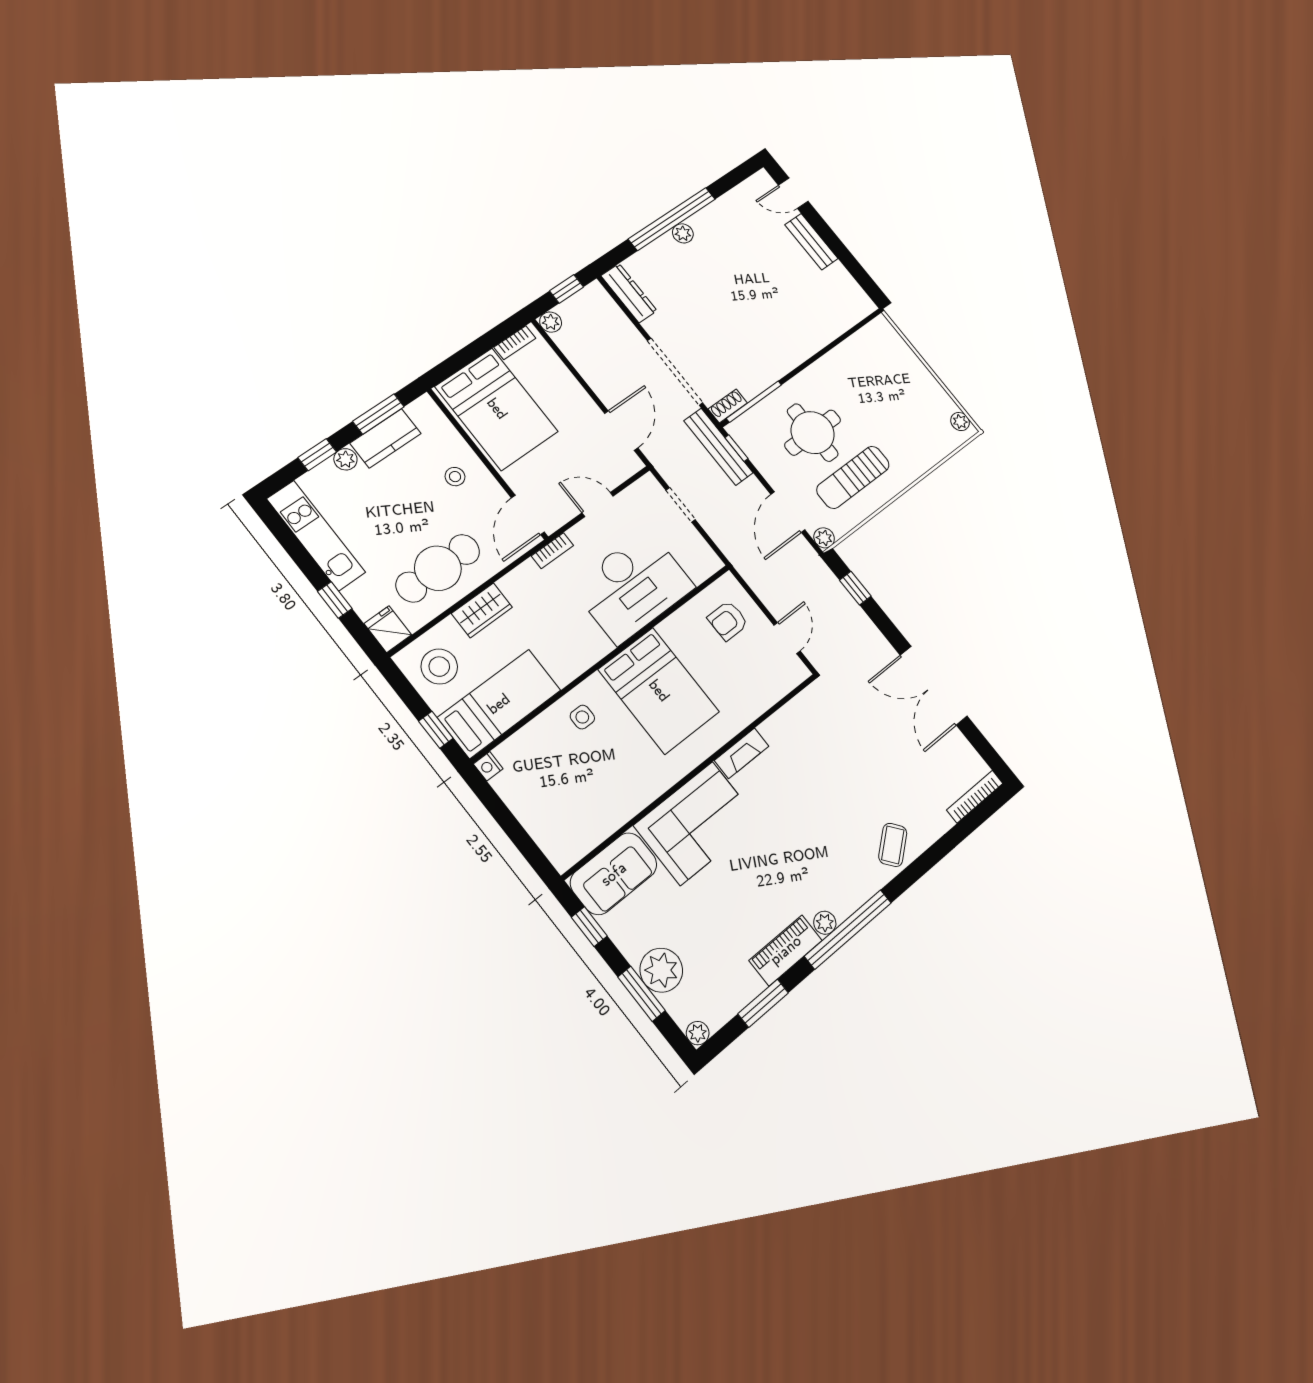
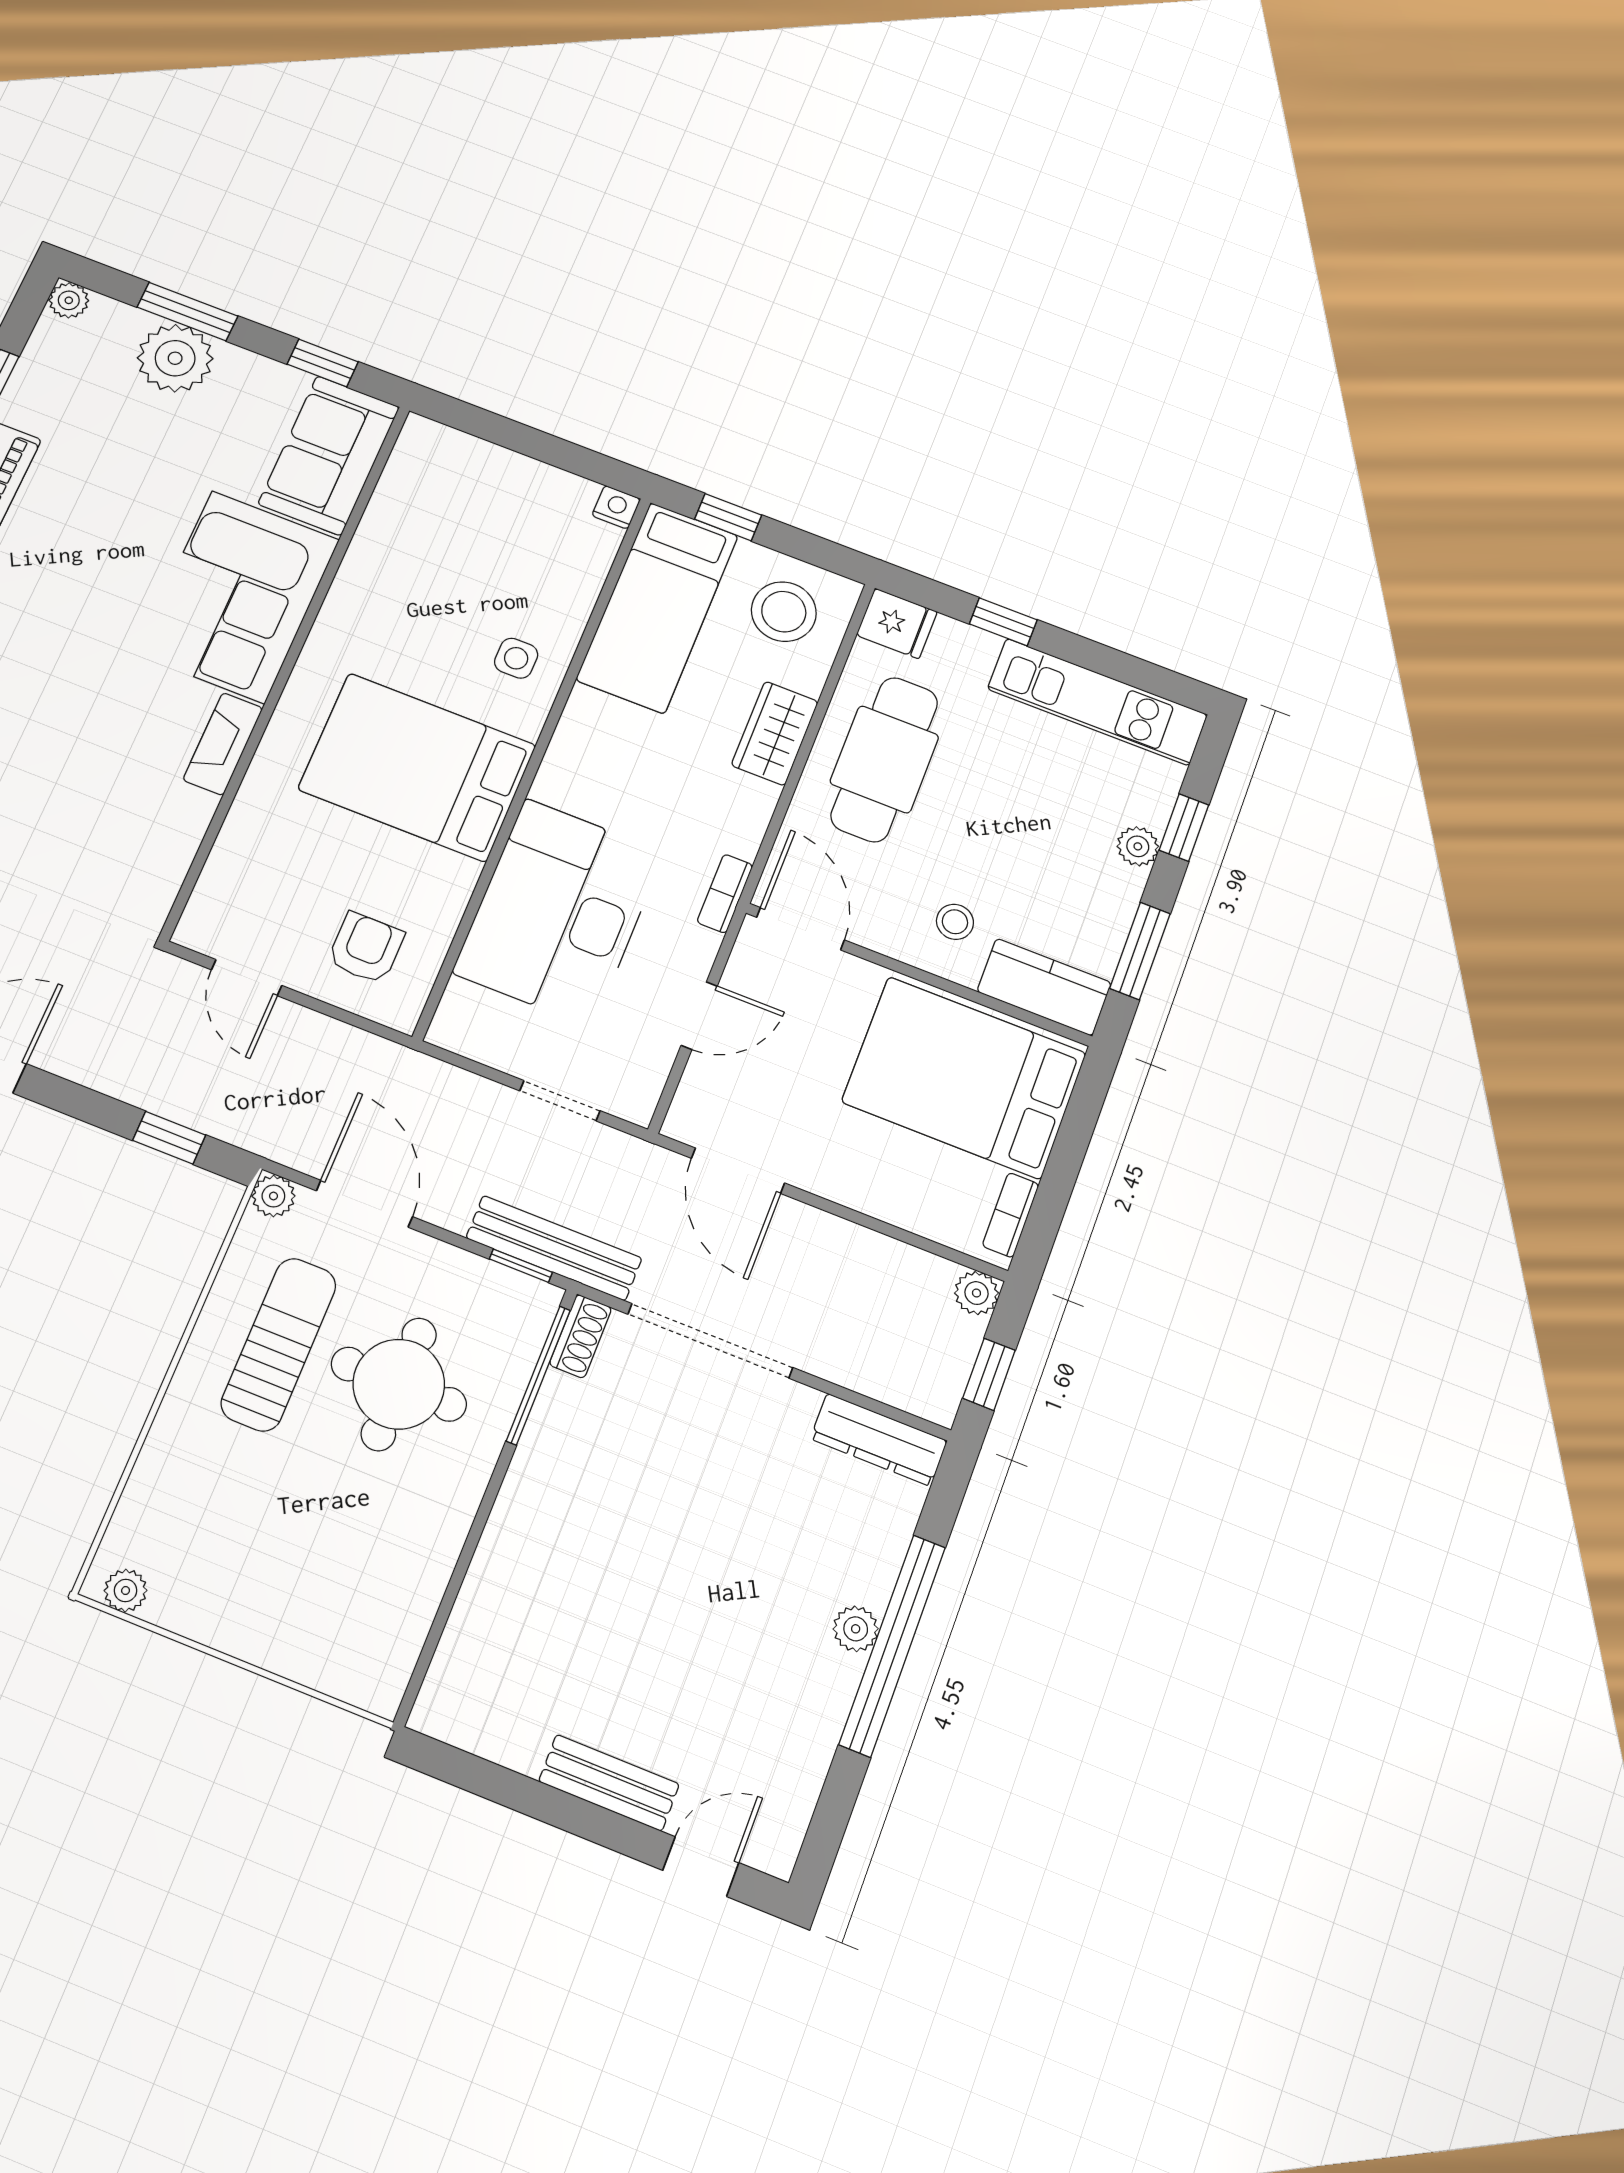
kitchen counter: (385, 438) -> (1044, 987), moved, turned 90

